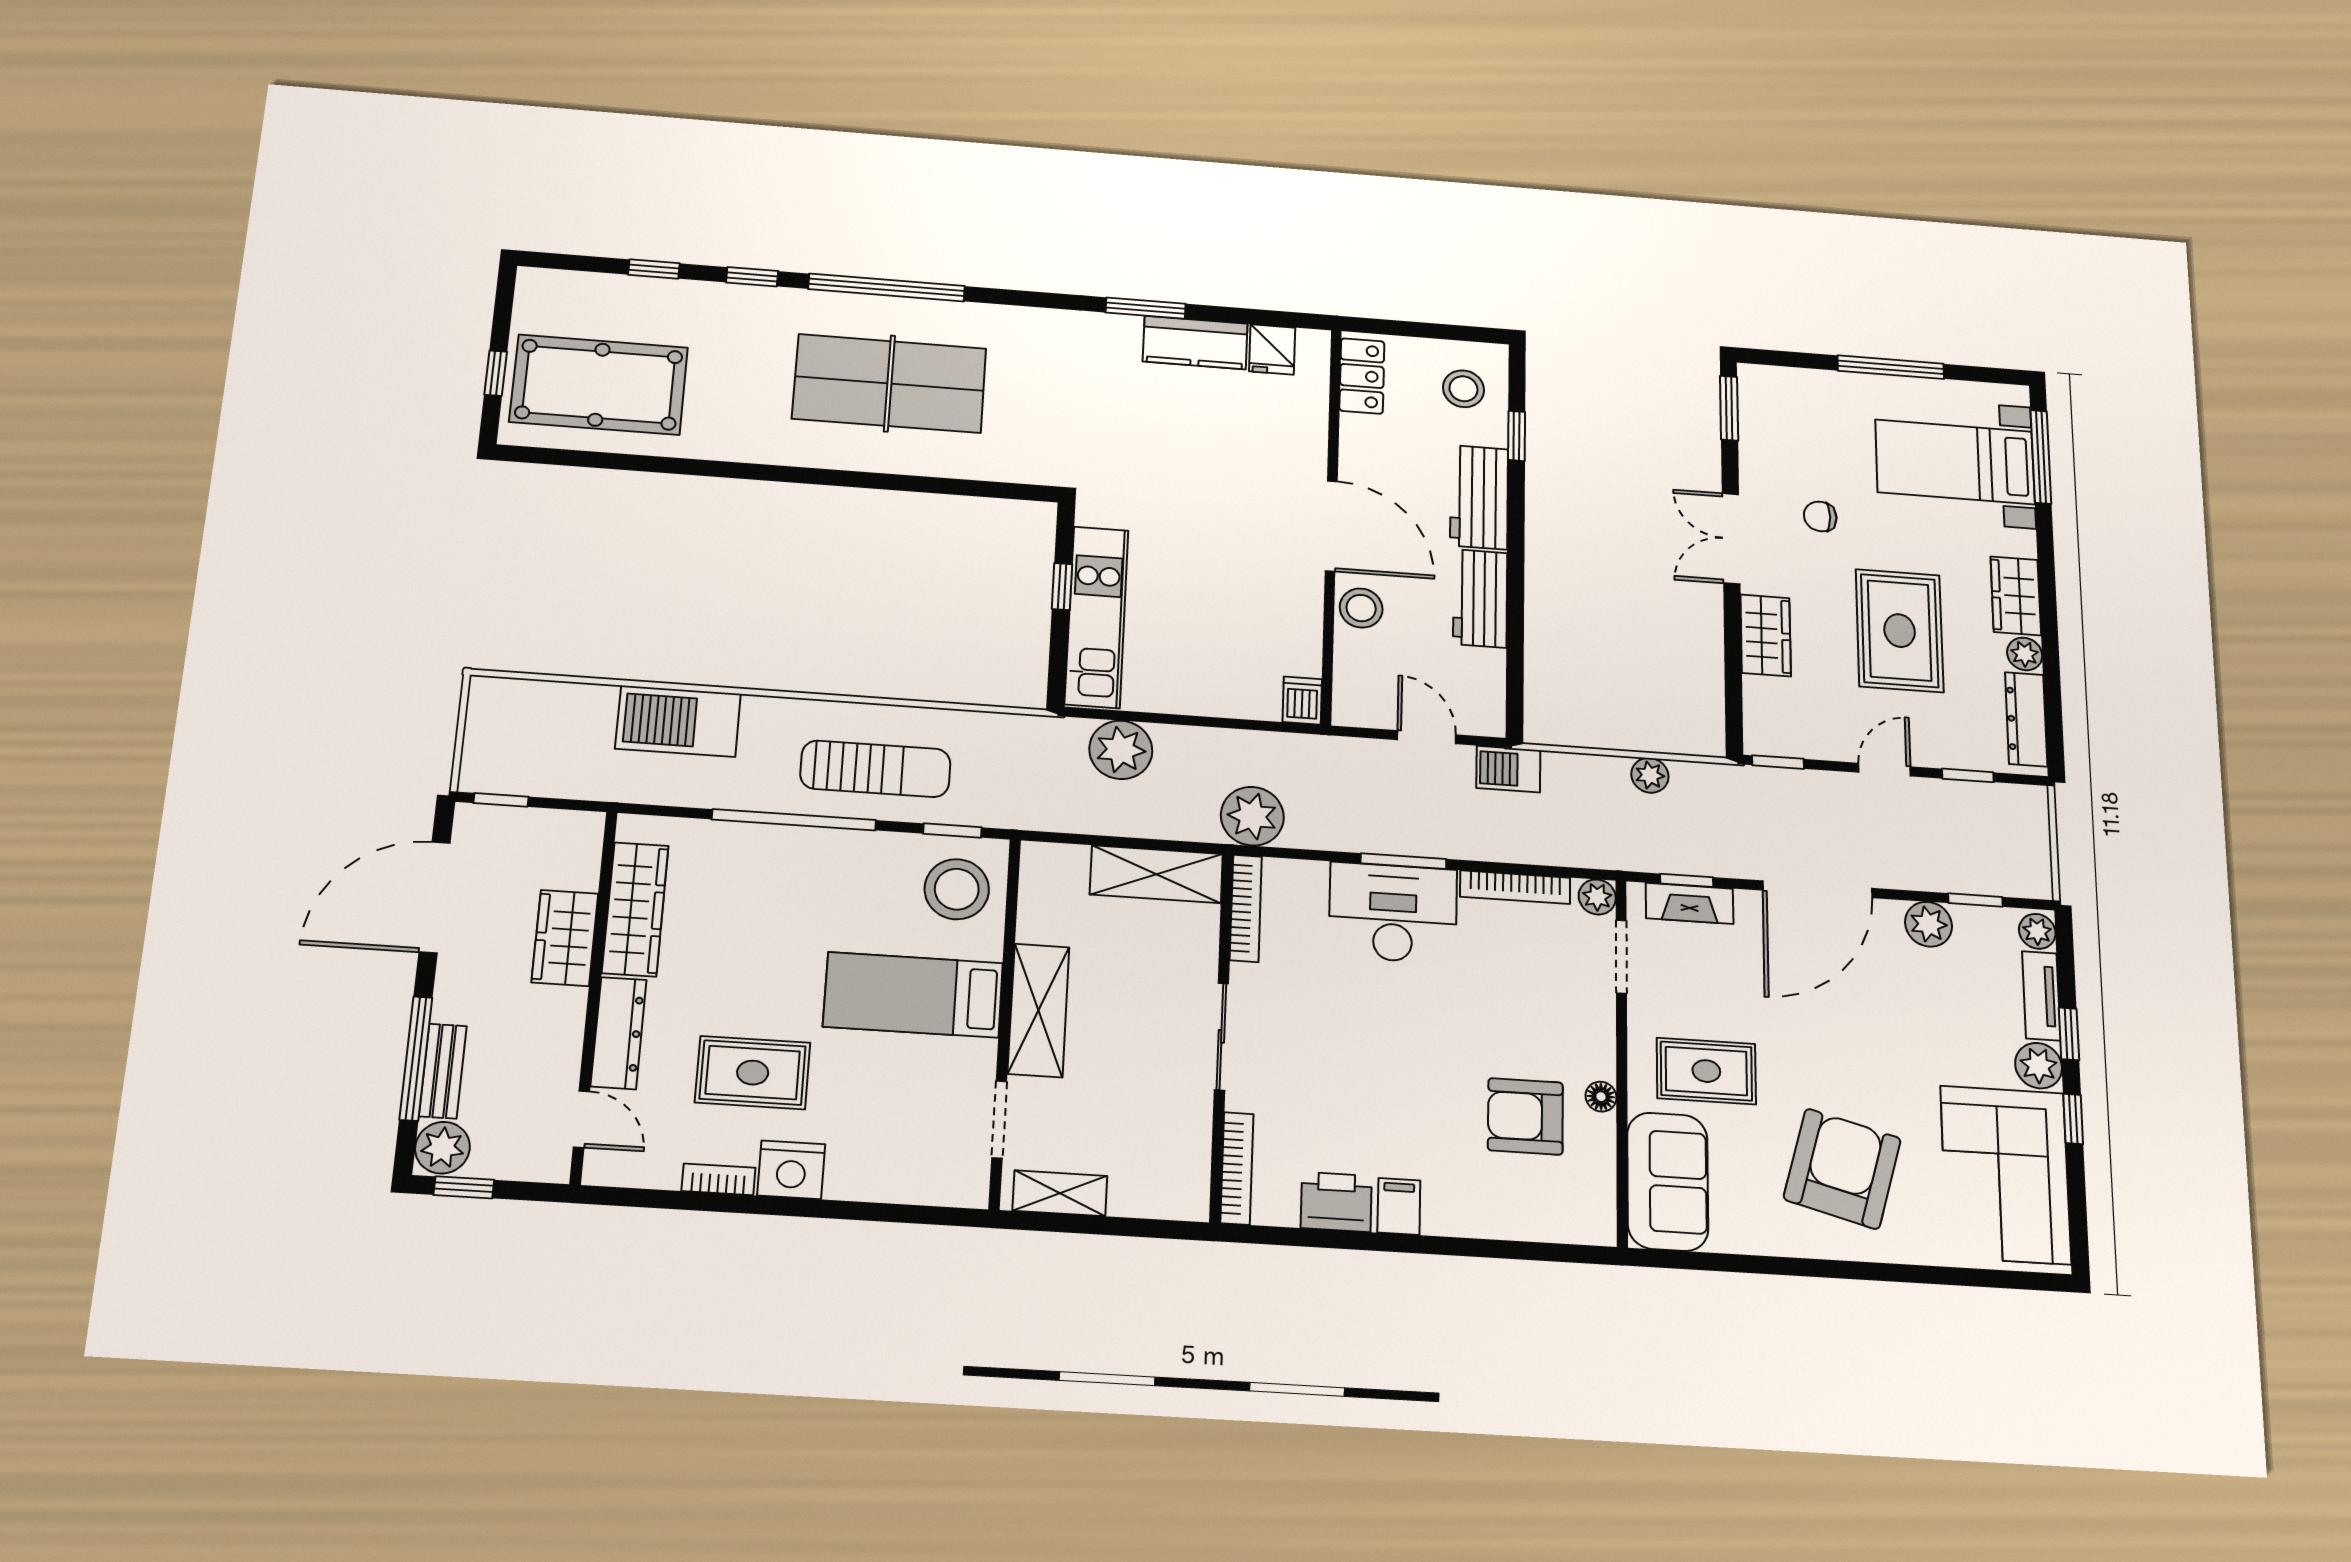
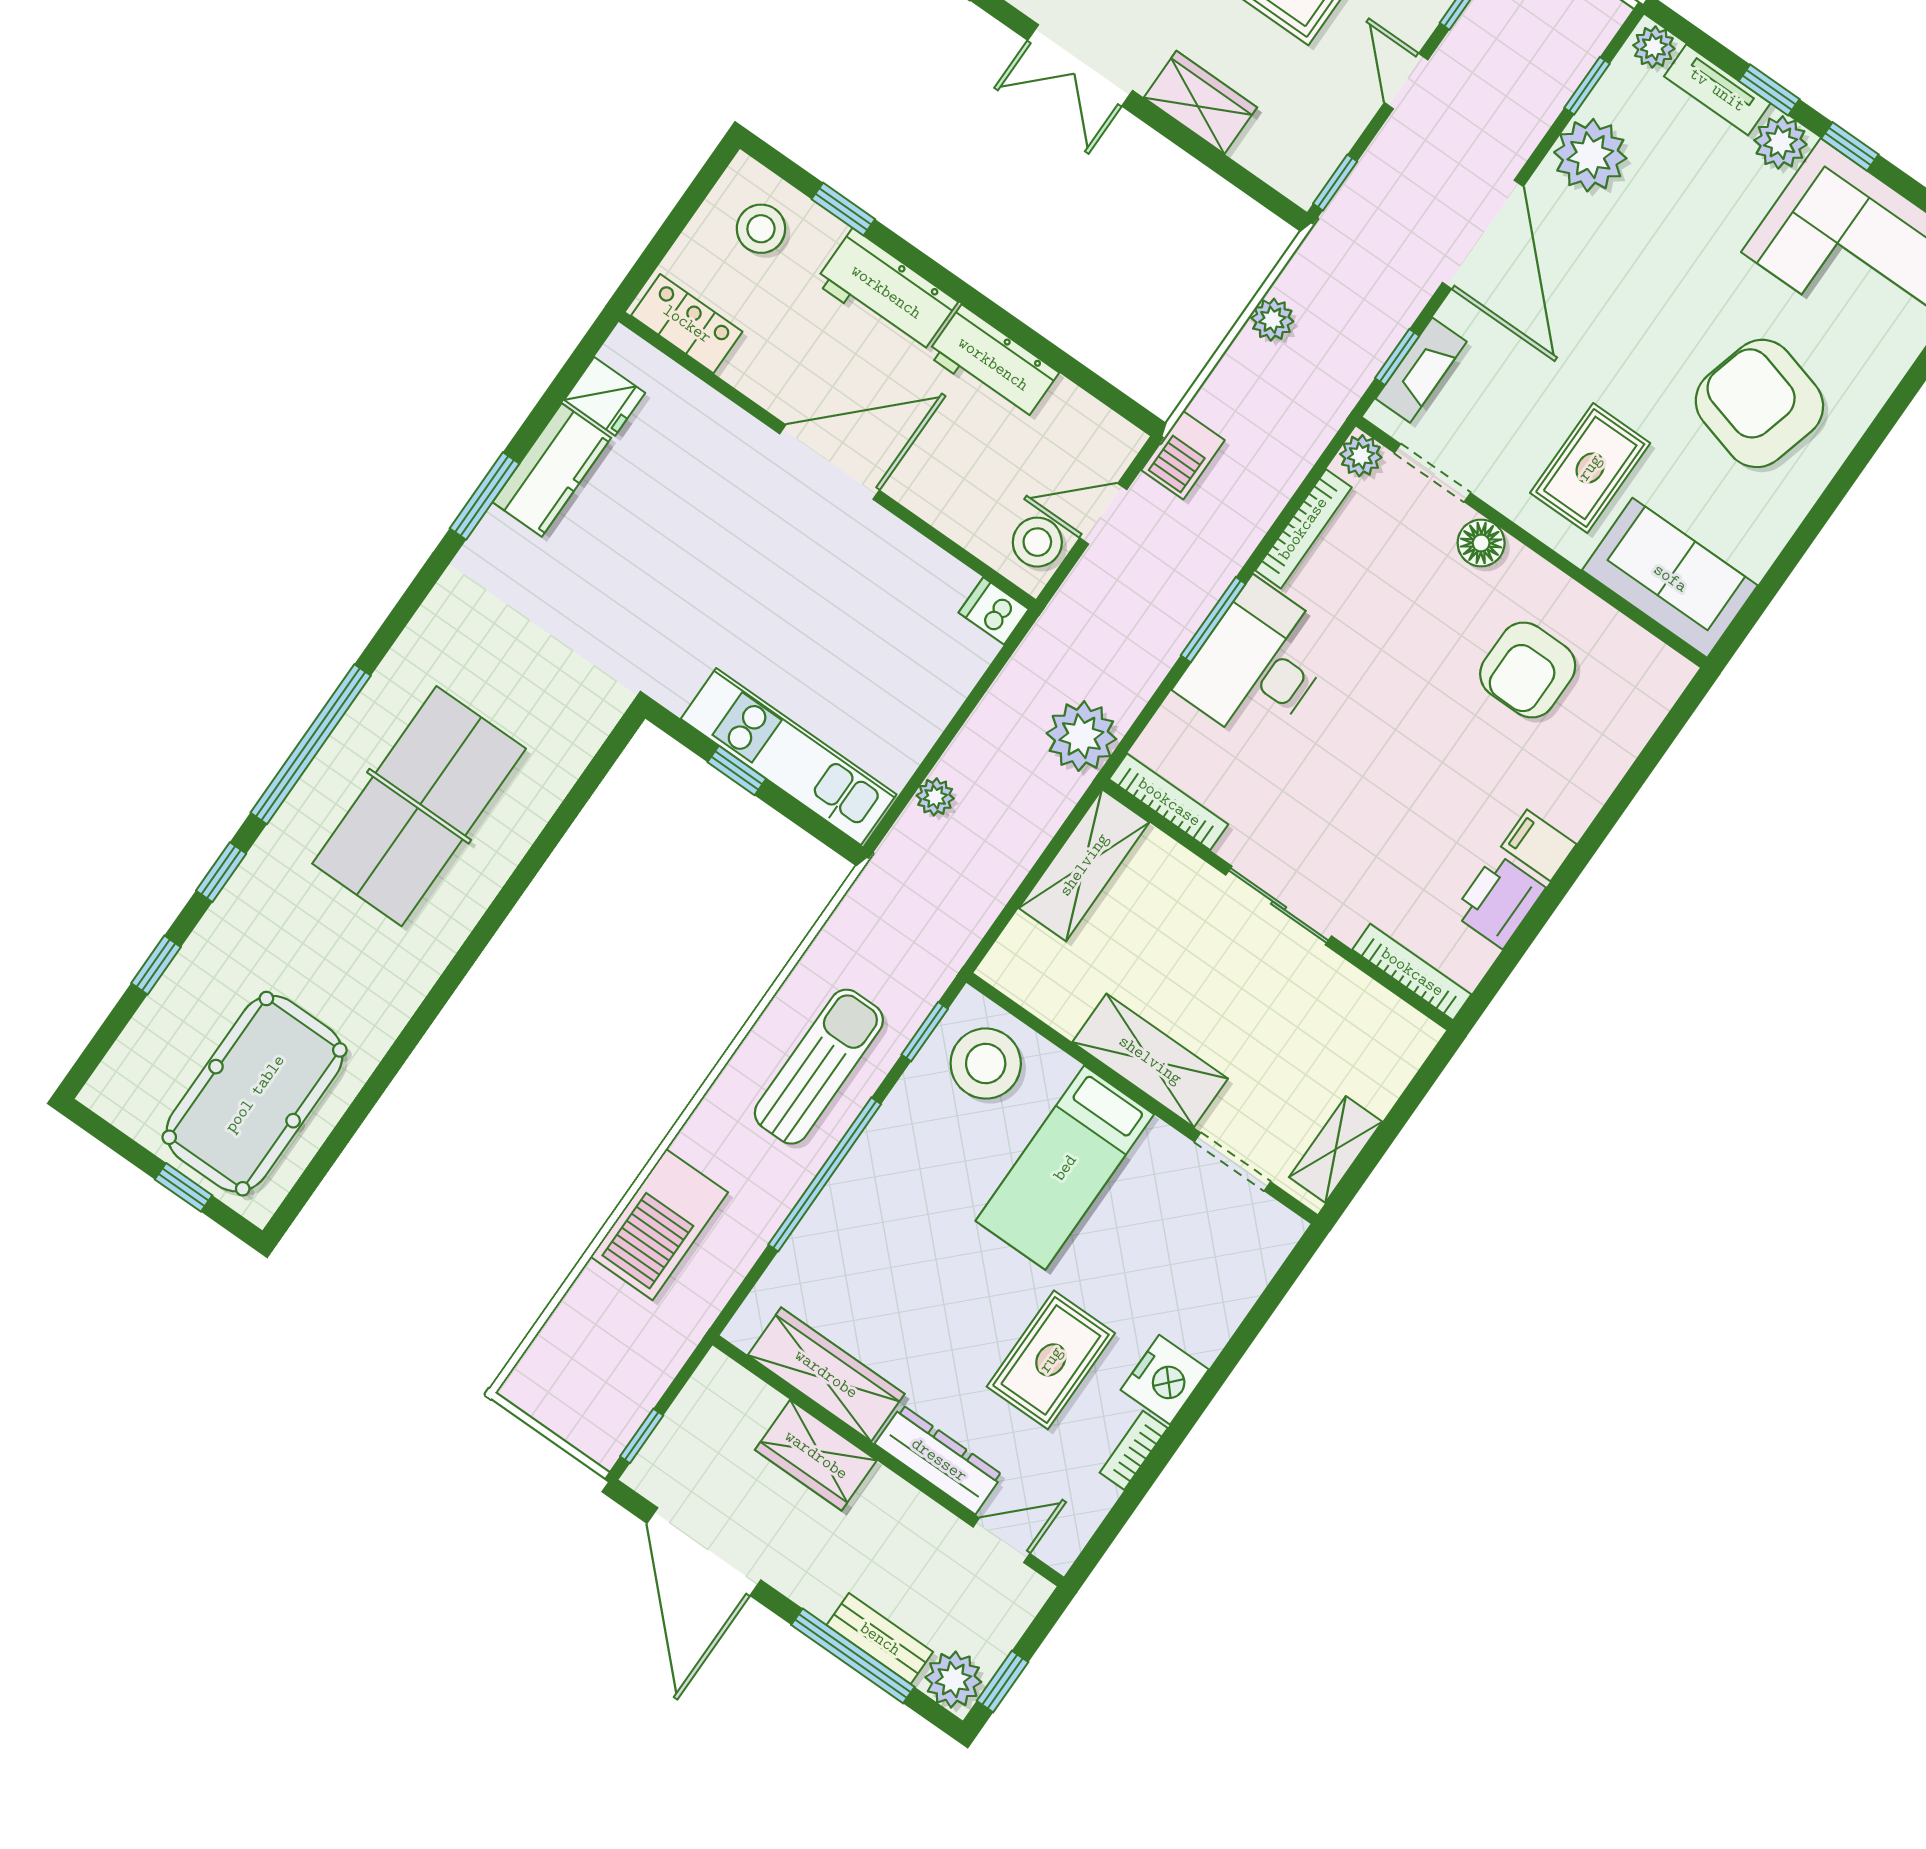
stool: (1361, 608) -> (1037, 542), moved
plant: (1121, 750) -> (935, 797), width x0.53, depth x0.53
plant: (1929, 924) -> (1590, 155), width x1.36, depth x1.36
floor lamp: (1601, 1097) -> (1481, 543), moved, width x1.37, depth x1.37

